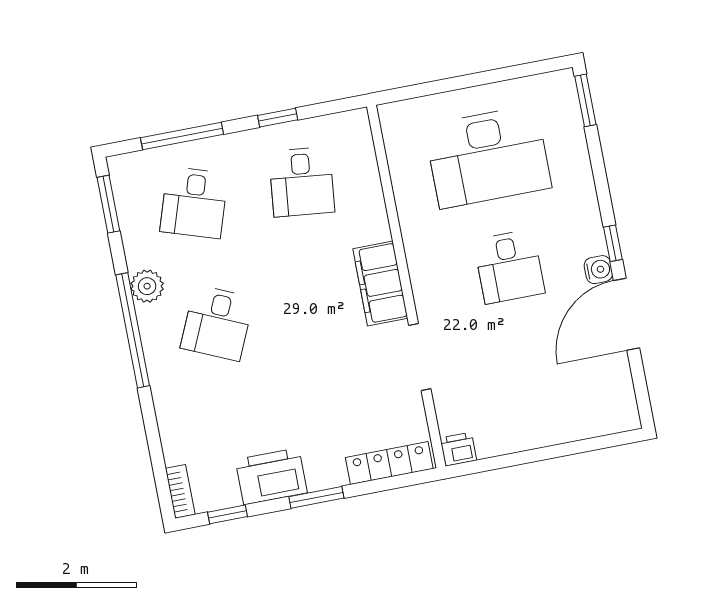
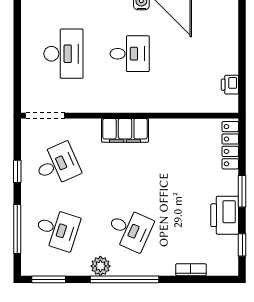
desk: (488, 157) -> (63, 54), width x0.73, depth x0.77
desk: (302, 182) -> (57, 165), turned -30
doorway: (420, 357) -> (45, 116), moved
printer: (458, 449) -> (230, 85), moved
bookcase: (180, 491) -> (191, 270), moved

